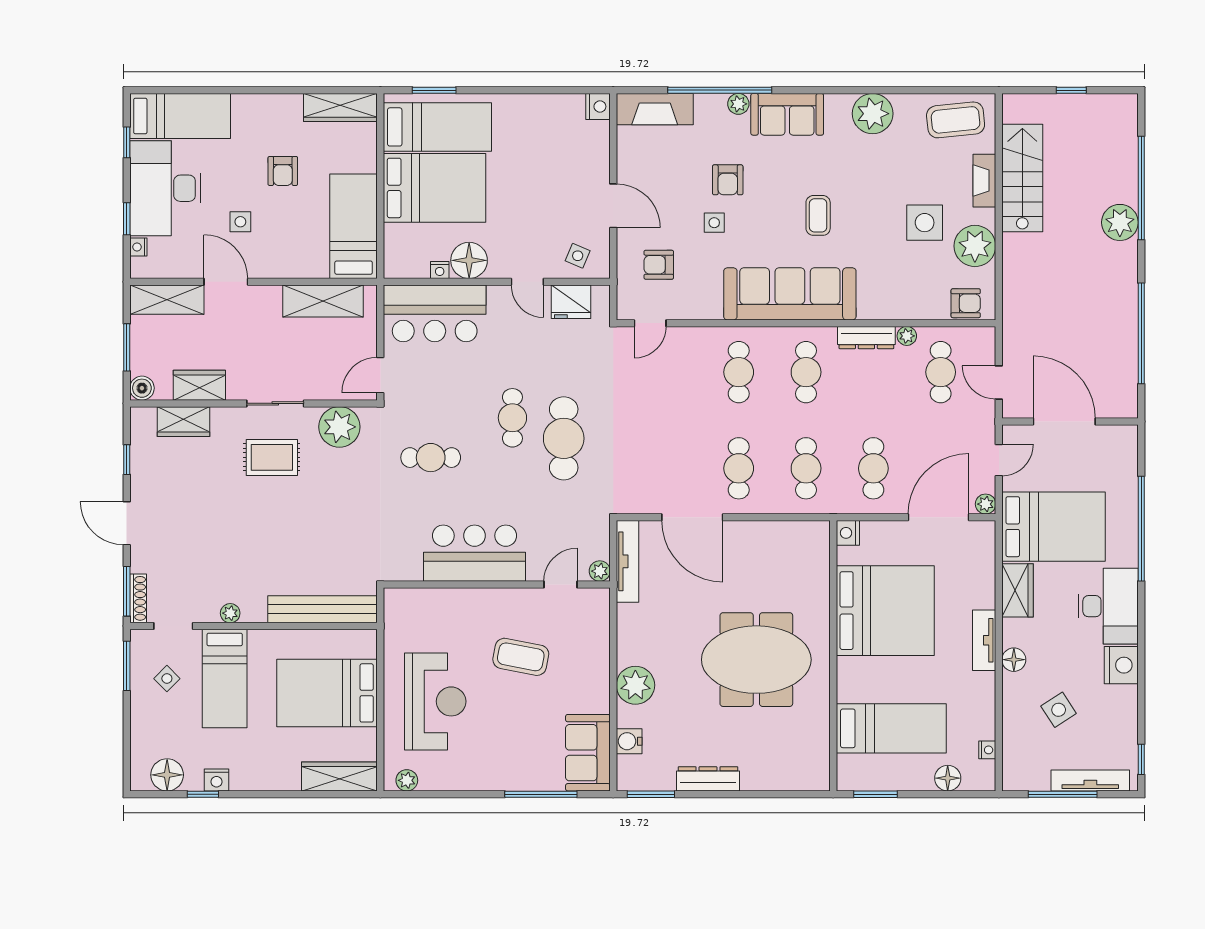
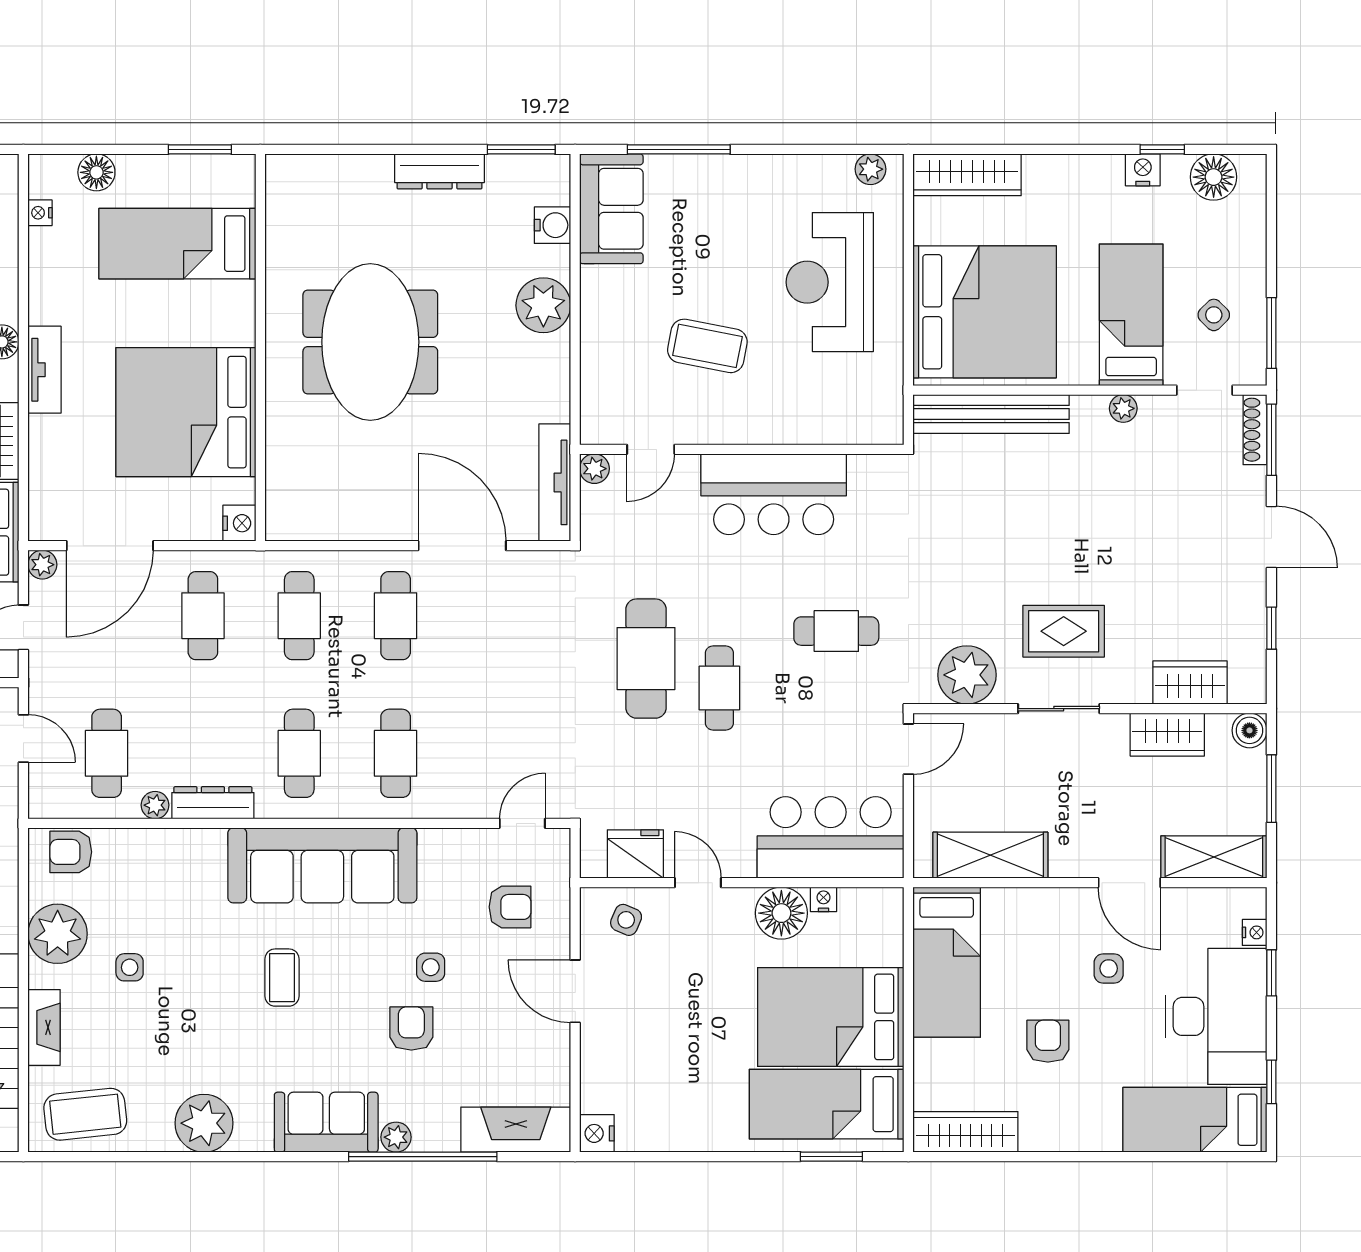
side table: (925, 223) -> (130, 967), width x0.54, depth x0.54
meeting table: (756, 660) -> (370, 342), turned 90
bed: (327, 693) -> (985, 312), width x1.36

